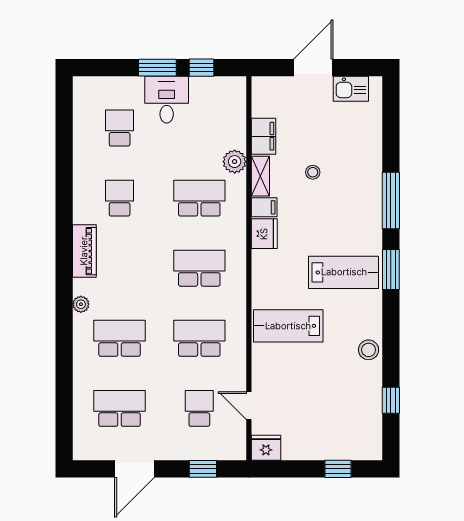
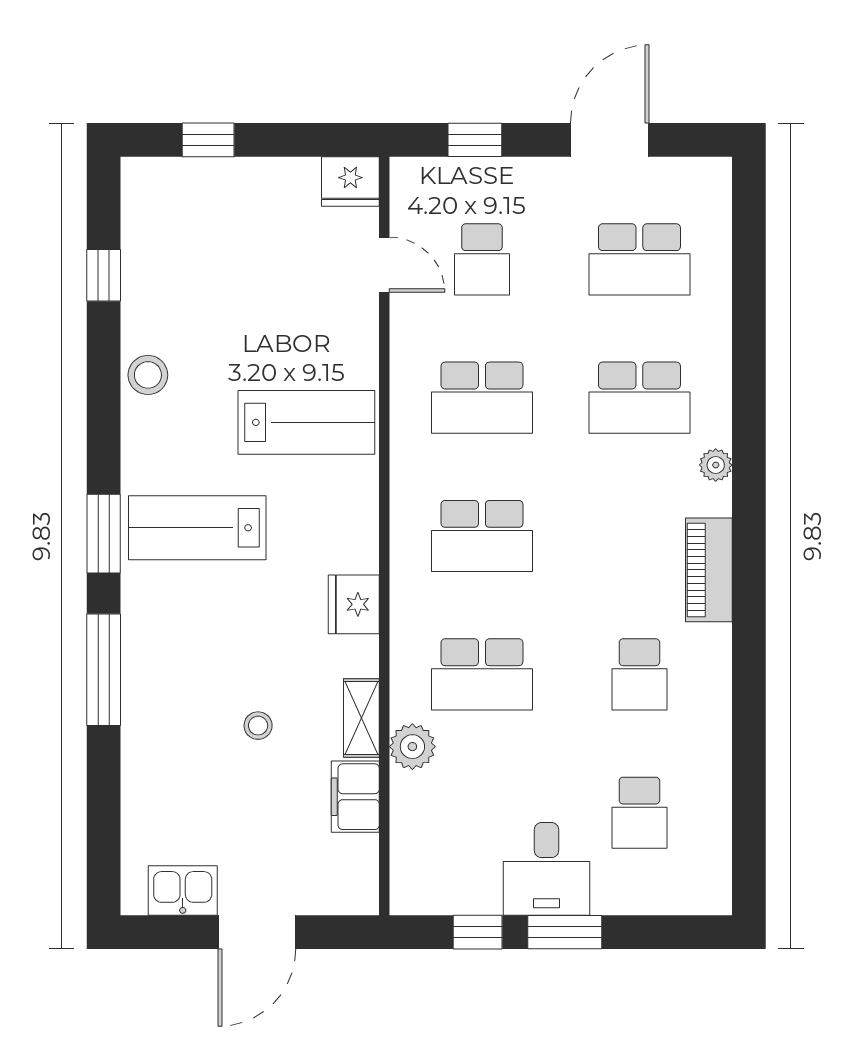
filing cabinet: (264, 207) -> (354, 656), removed

